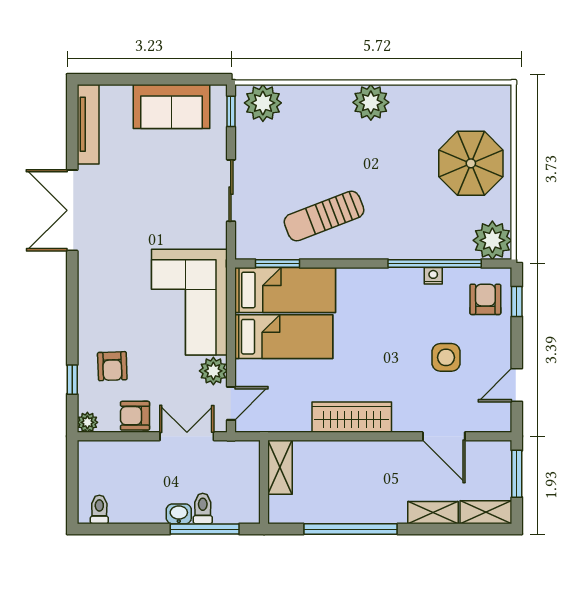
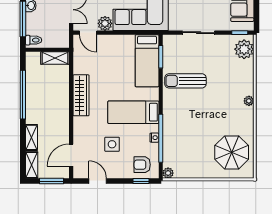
plant: (371, 102) -> (249, 101), width x0.53, depth x0.53
parasol: (471, 163) -> (232, 152), moved
sun lounger: (324, 216) -> (185, 81), turned -69
plant: (492, 240) -> (168, 173), width x0.53, depth x0.53
armchair: (485, 299) -> (142, 165), turned 180
bed: (284, 337) -> (133, 112), moved, turned 90
door: (444, 436) -> (71, 155), moved
toilet: (203, 509) -> (34, 40), moved

